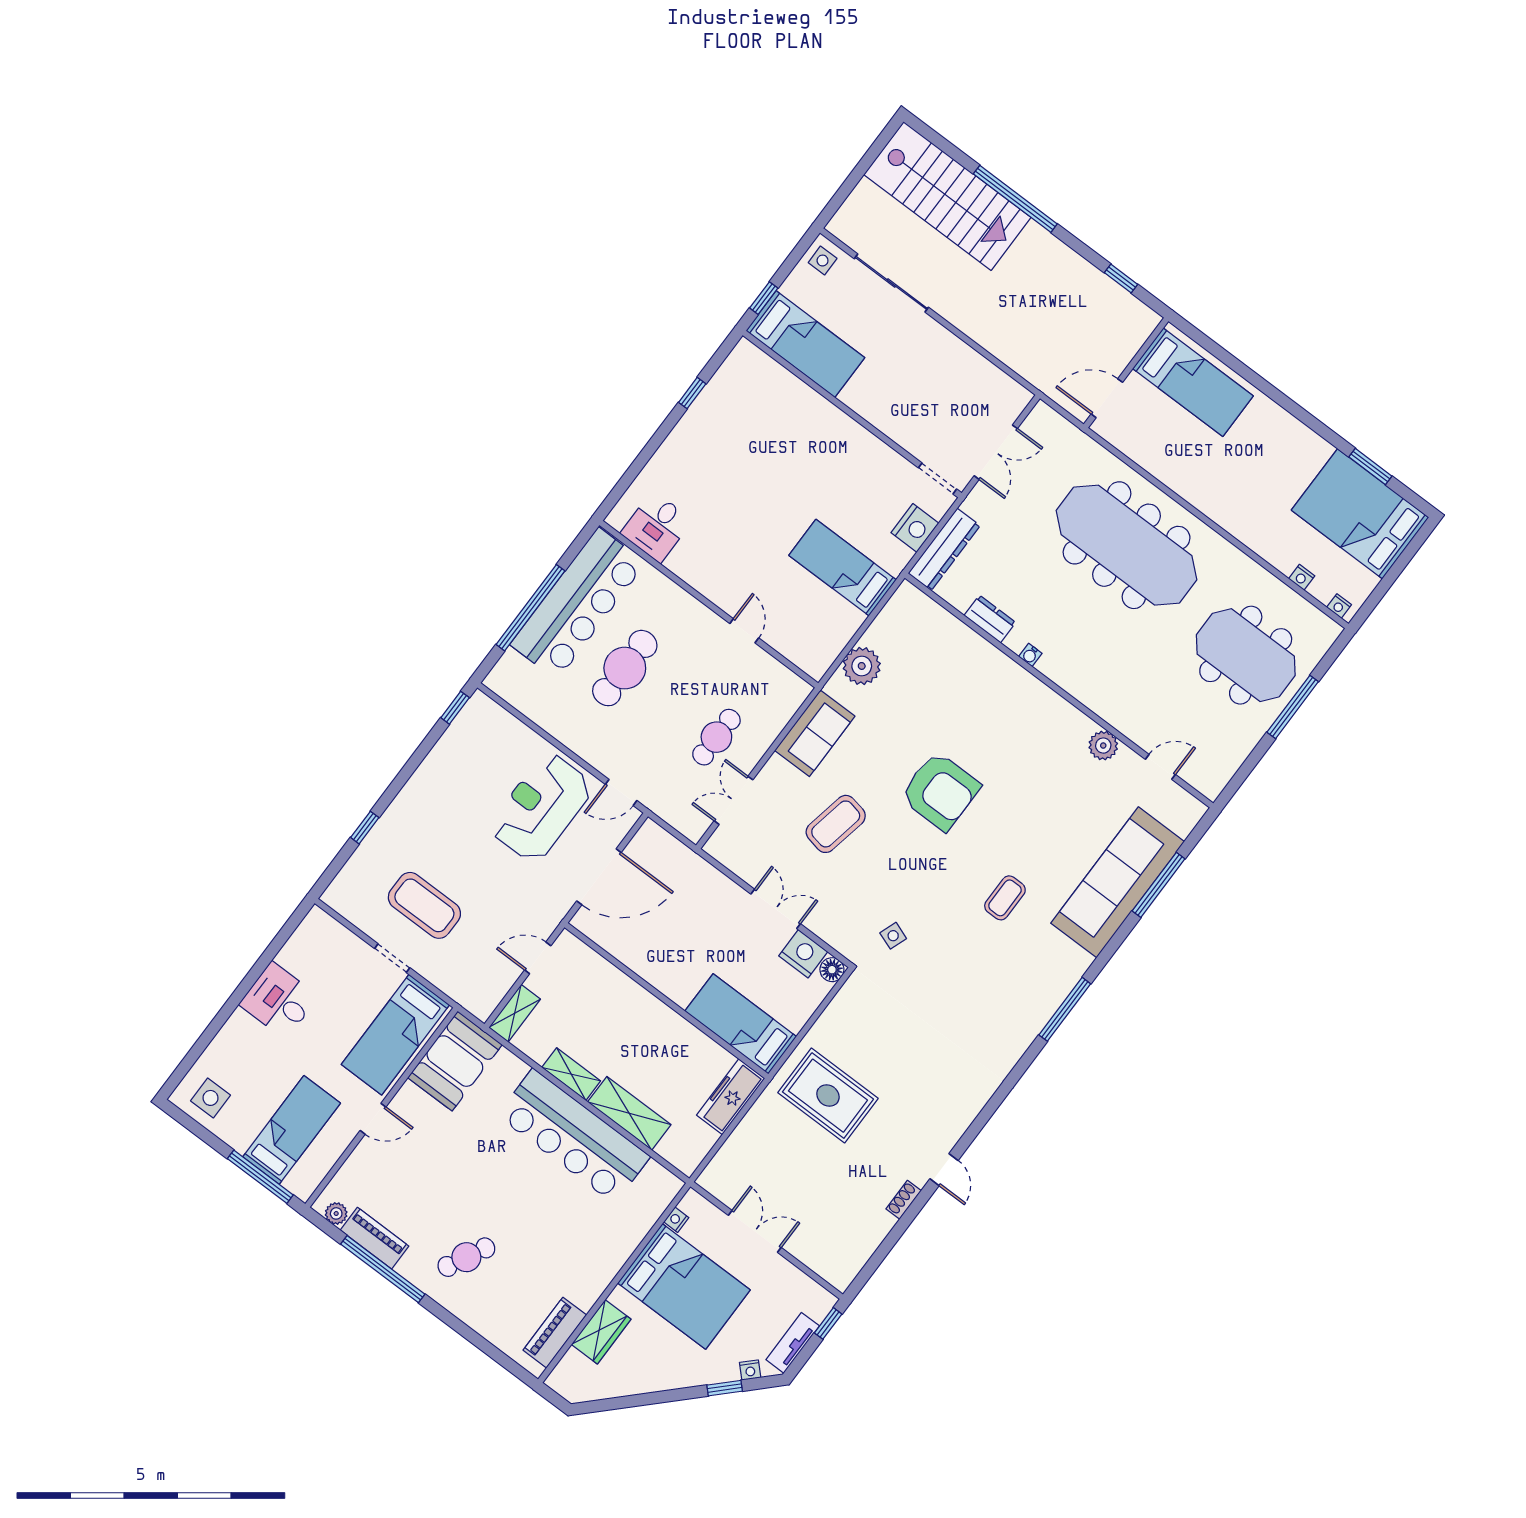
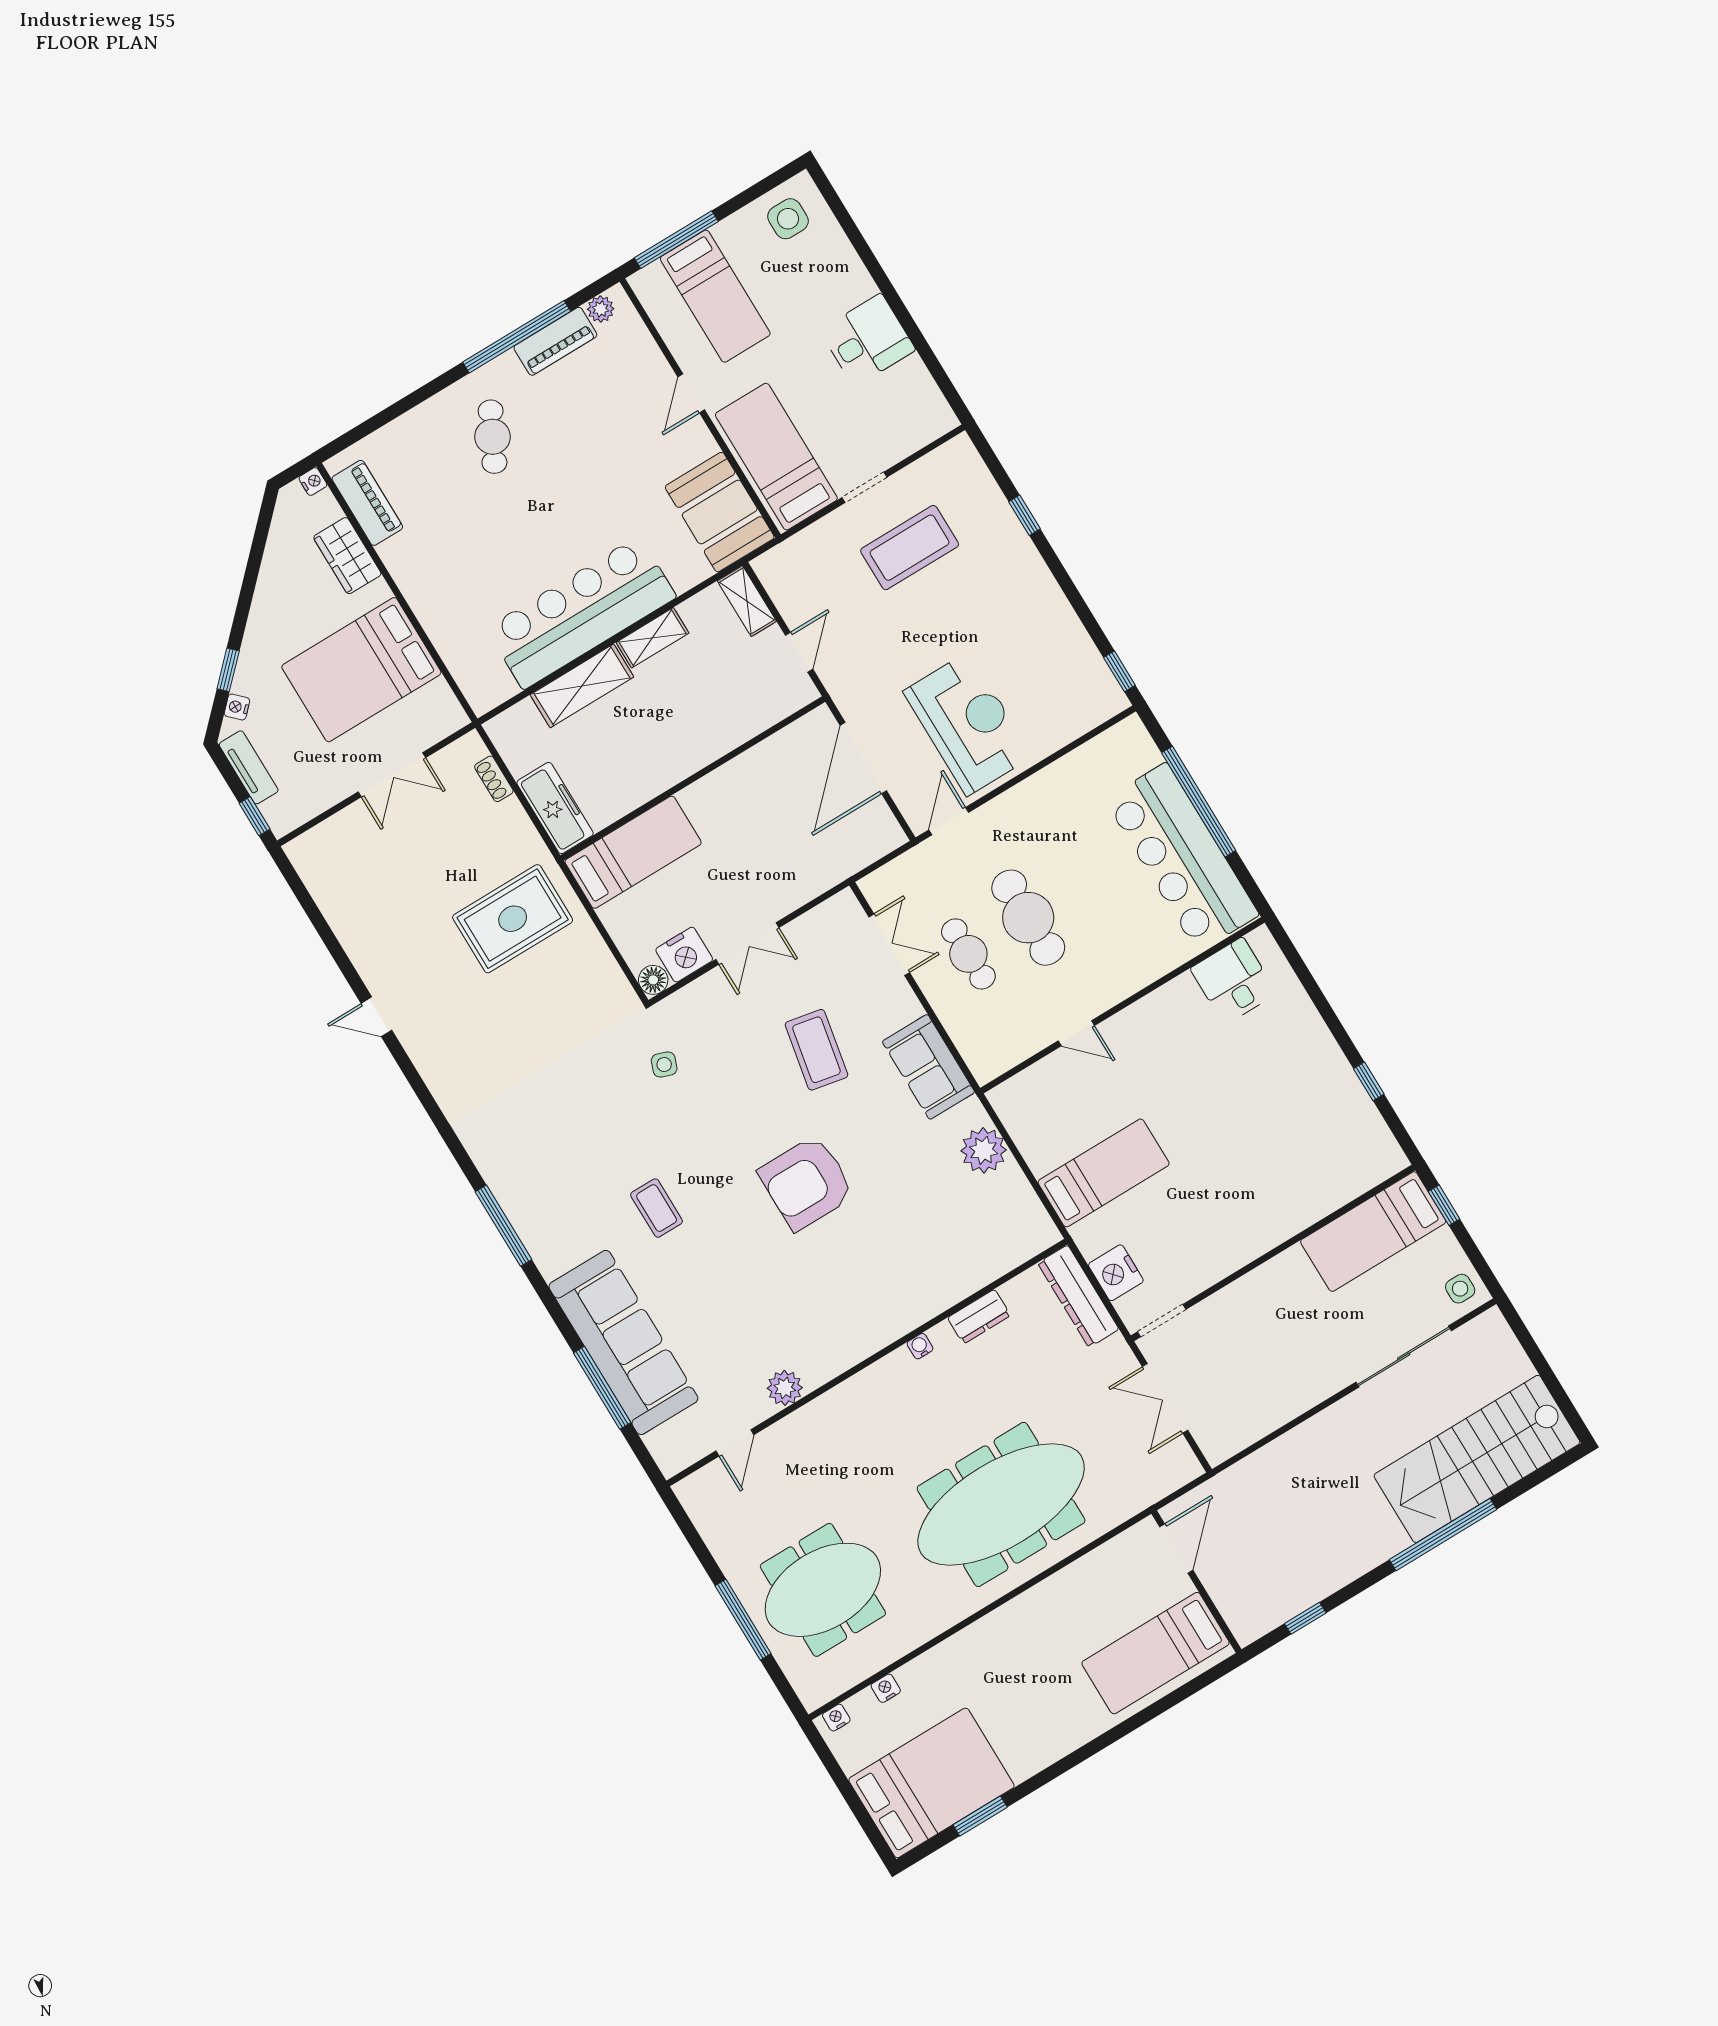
cafe table: (625, 668) -> (1028, 918), moved
shoe rack: (904, 1200) -> (494, 779), moved, turned 180
nightstand: (676, 1220) -> (313, 482), moved

